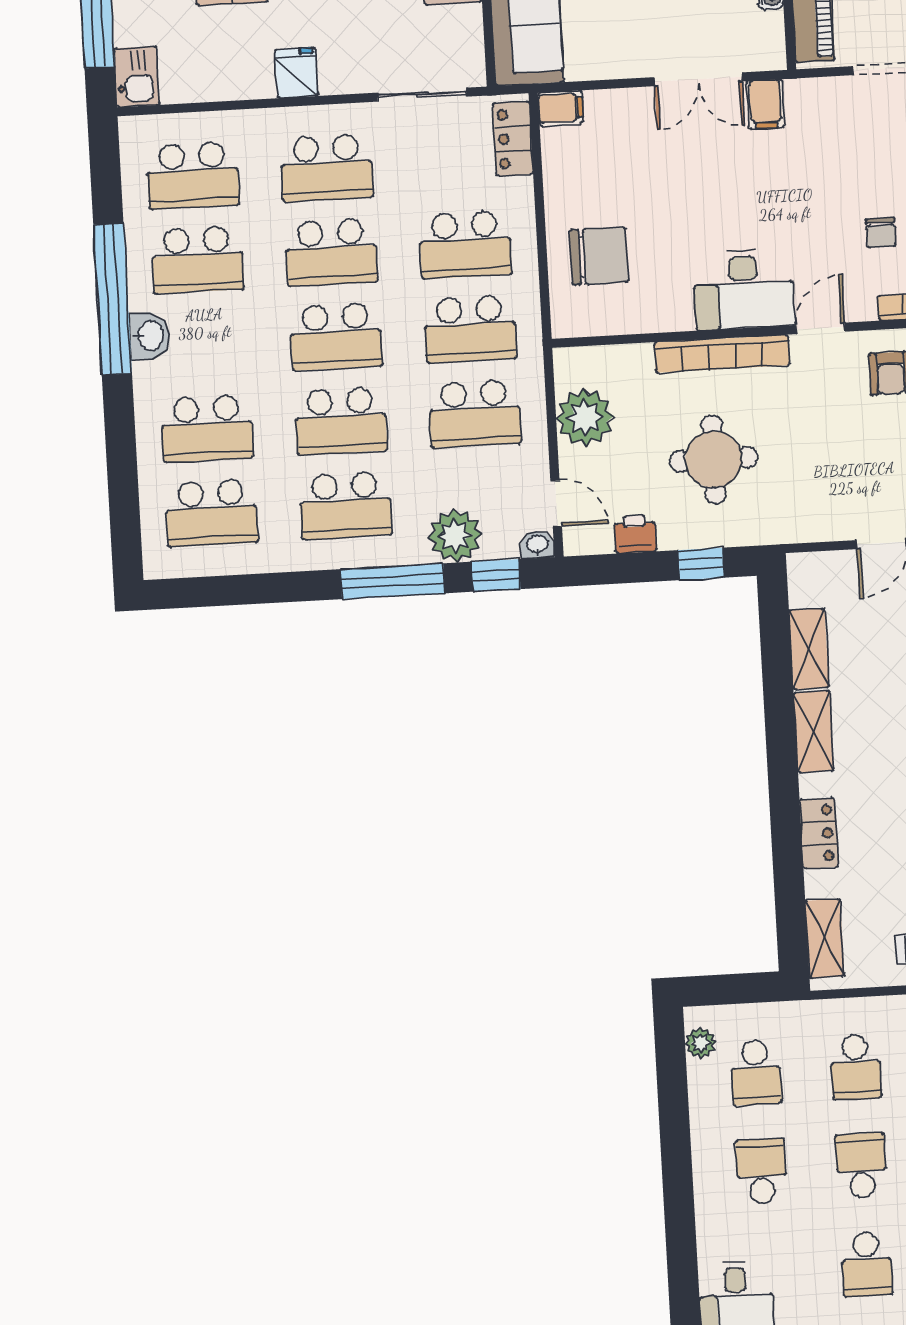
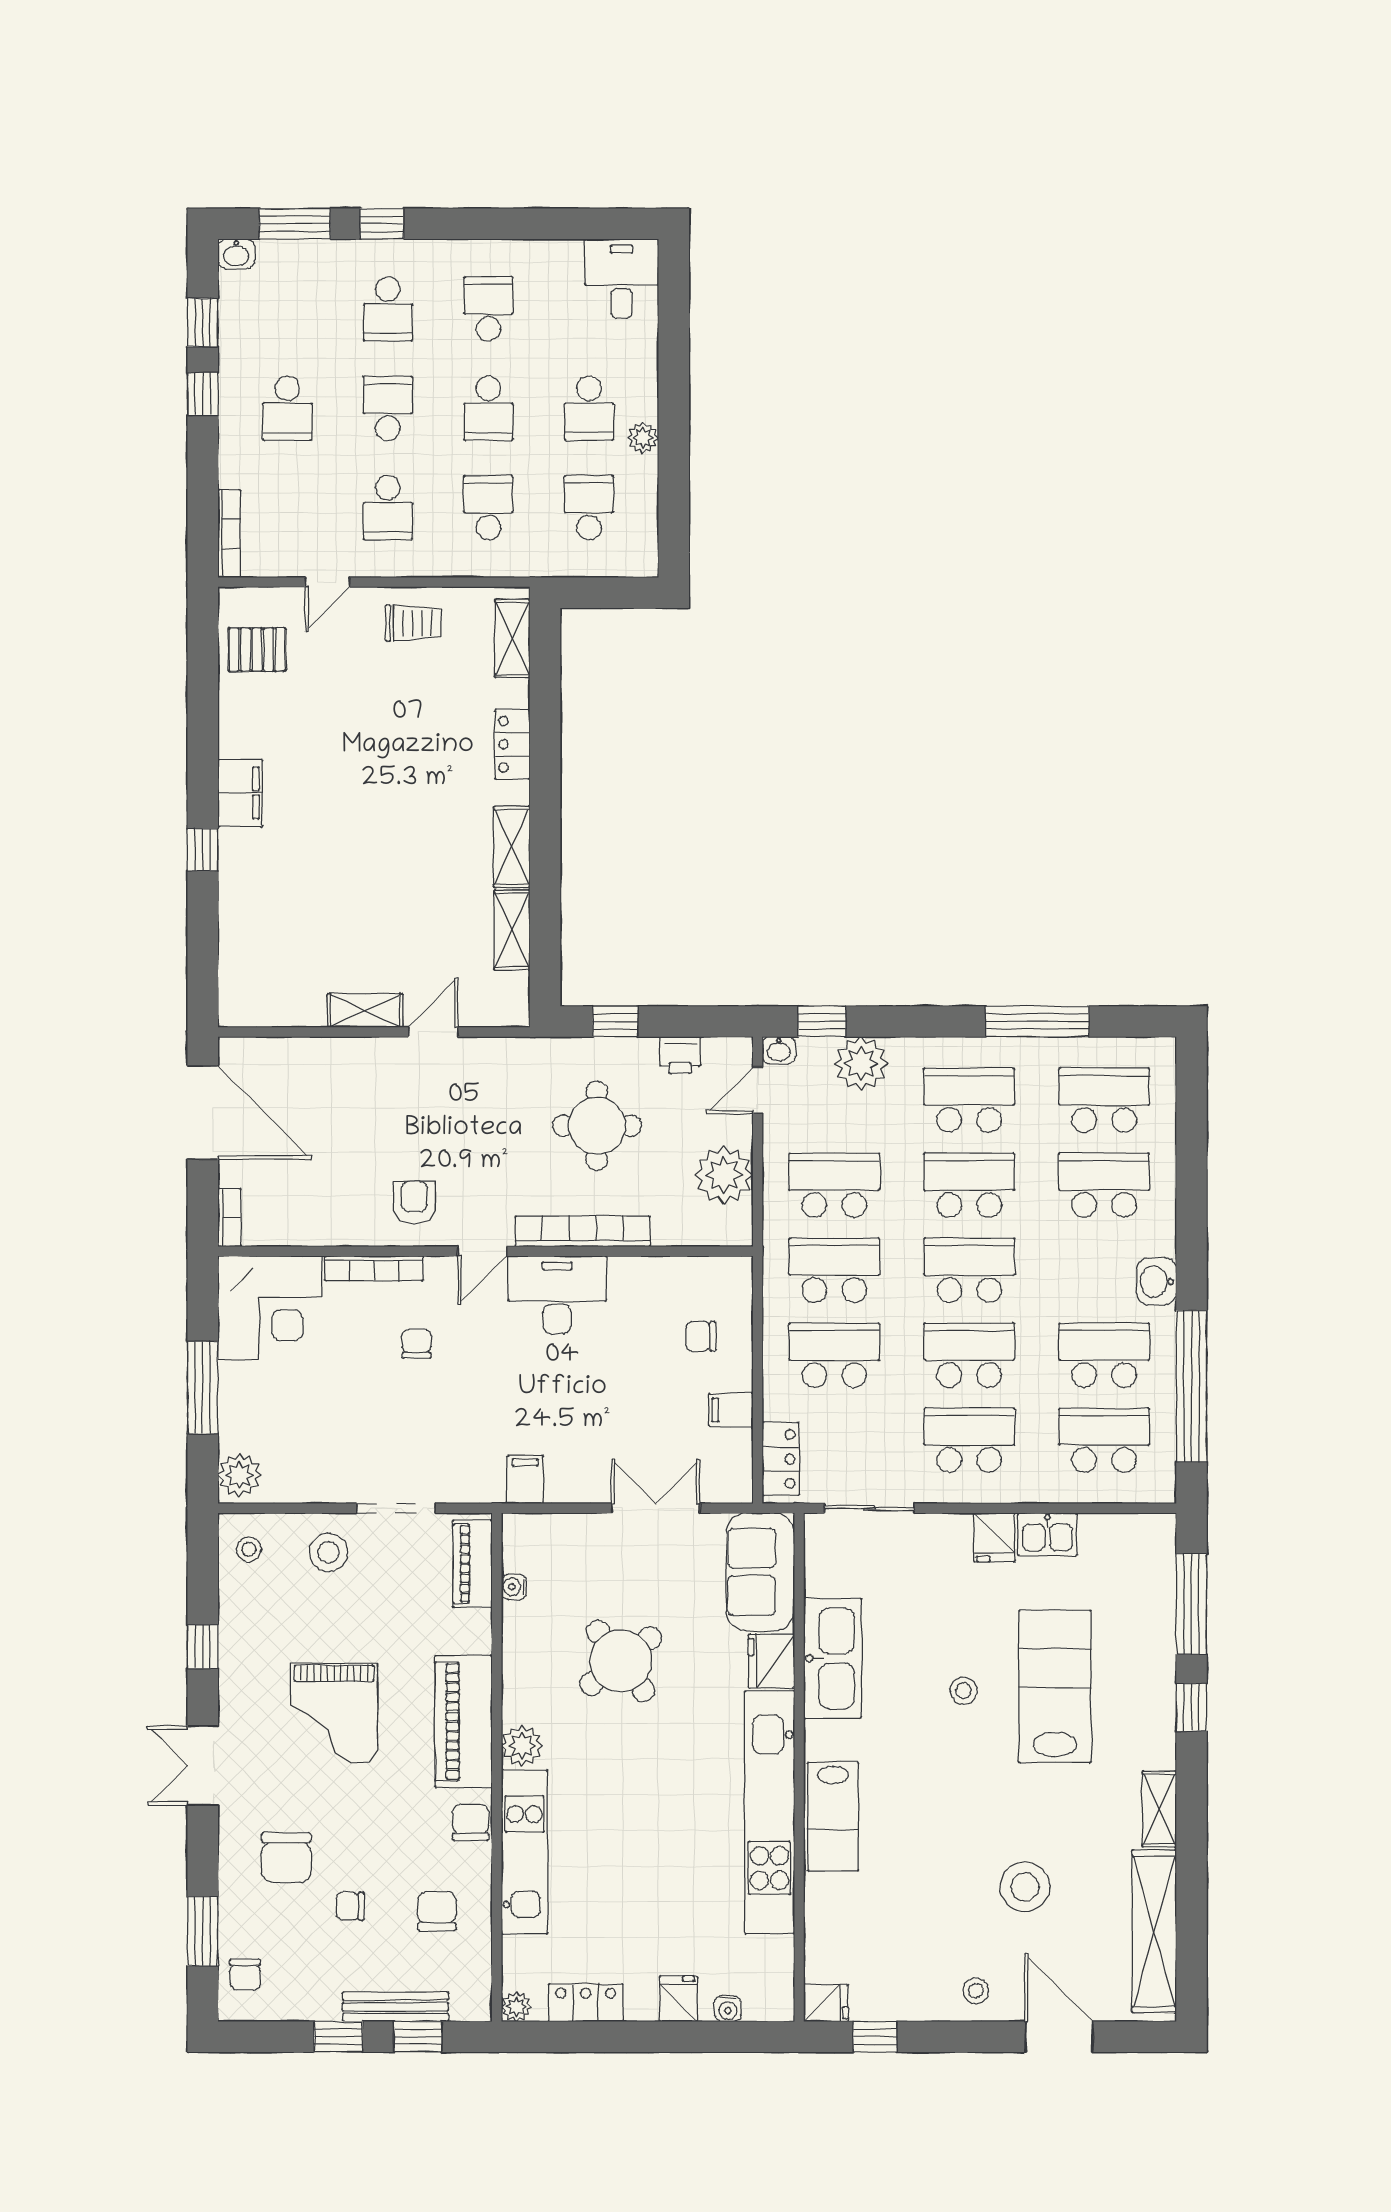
kitchen sink: (137, 77) -> (1047, 1534), moved, turned -90
double door: (698, 79) -> (656, 1508), moved
filing cabinet: (561, 108) -> (731, 1410), moved
chair: (599, 256) -> (701, 1336), width x0.54, depth x0.54
window: (113, 299) -> (1192, 1386), moved
door: (556, 503) -> (758, 1090), hinge flipped
window: (393, 581) -> (1037, 1021), moved
plant: (700, 1043) -> (643, 438), moved

